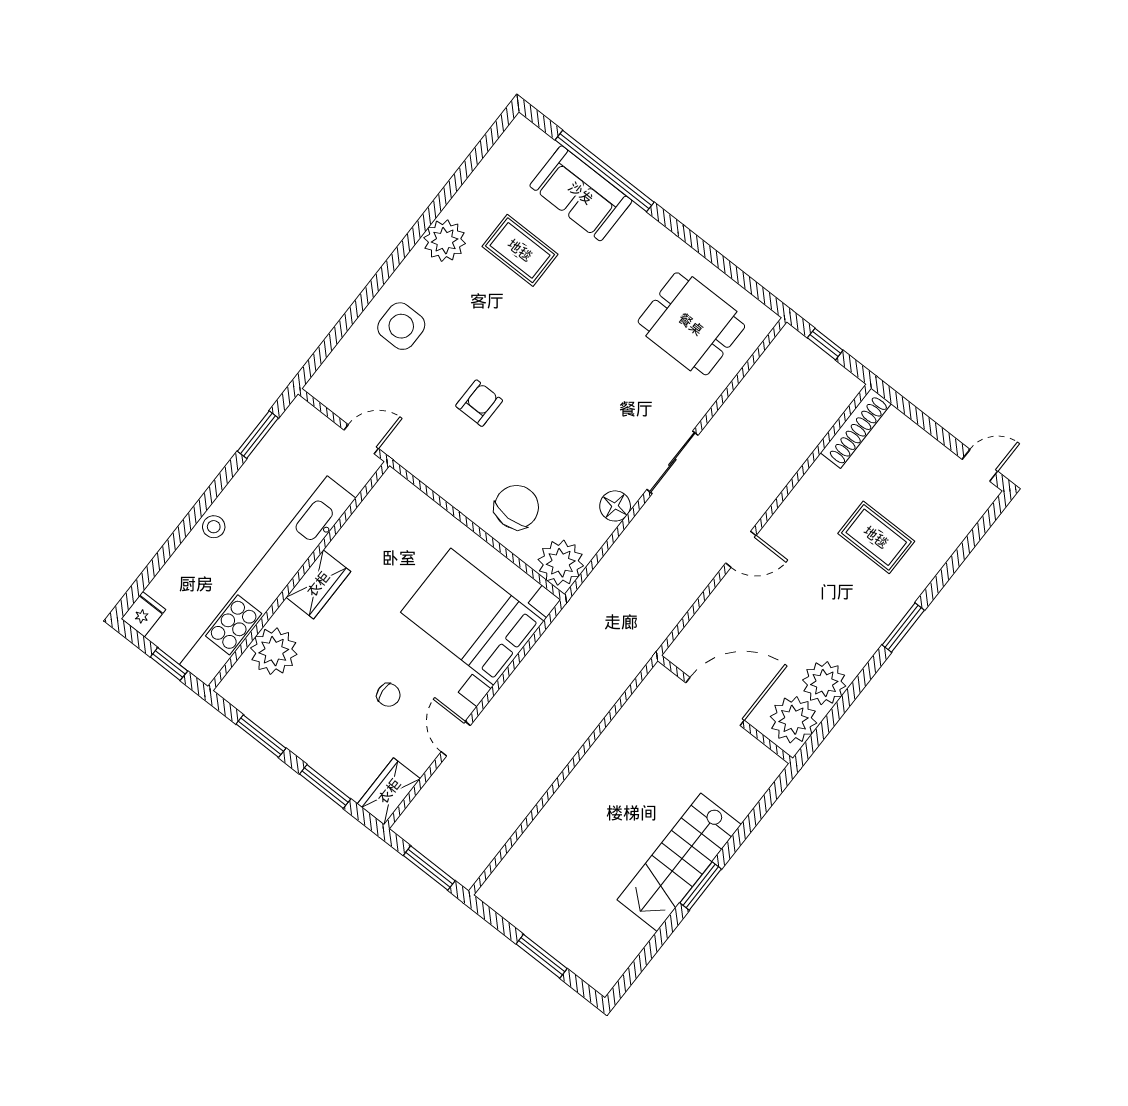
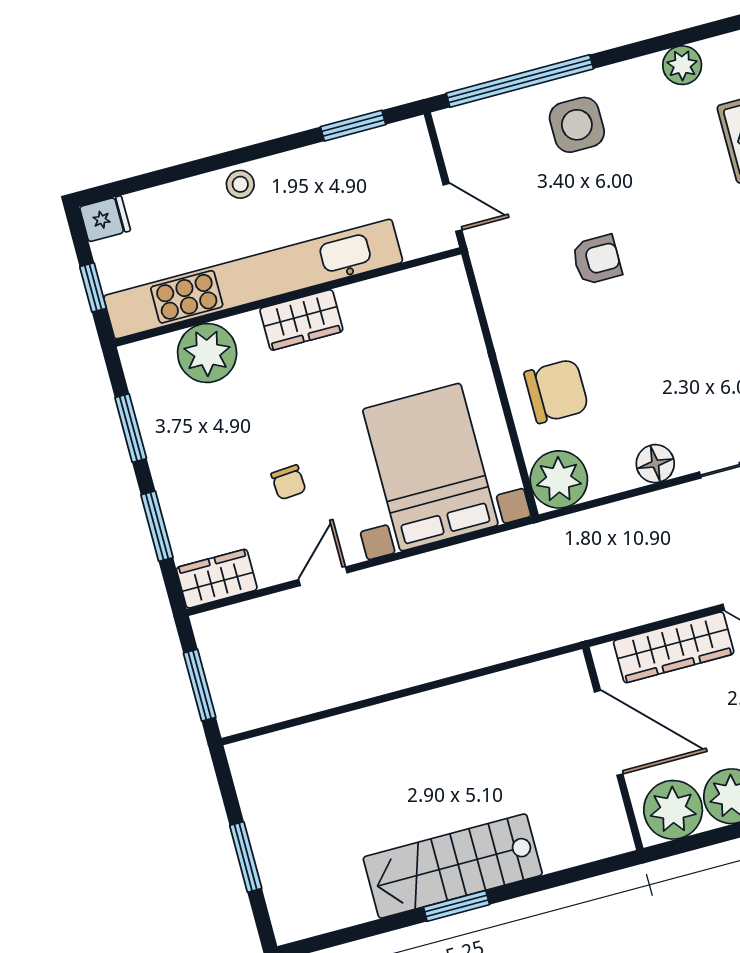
plant: (445, 241) -> (682, 65), width x0.73, depth x0.73
window: (343, 325) -> (520, 81), added
wardrobe: (715, 615) -> (674, 647), added

